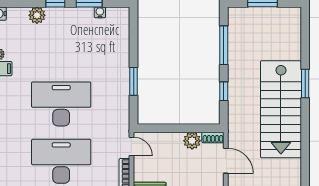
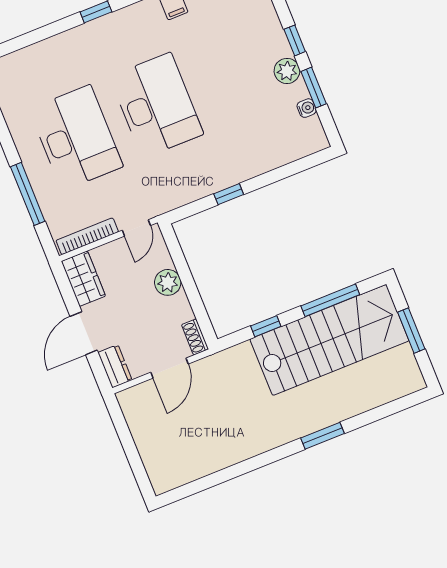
plant: (37, 15) -> (287, 71), moved
window: (134, 81) -> (229, 194), width x0.67
stairs: (281, 109) -> (329, 340), moved, turned 180
plant: (192, 141) -> (168, 282), moved

